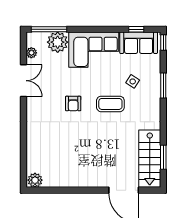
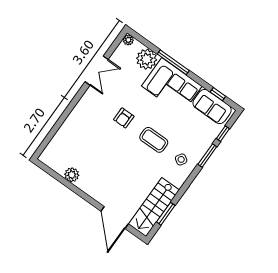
window: (49, 29) -> (173, 62), moved
window: (163, 43) -> (223, 134), moved
plant: (31, 53) -> (128, 40), moved
side table: (133, 81) -> (181, 159), moved
plant: (35, 180) -> (72, 175), moved

